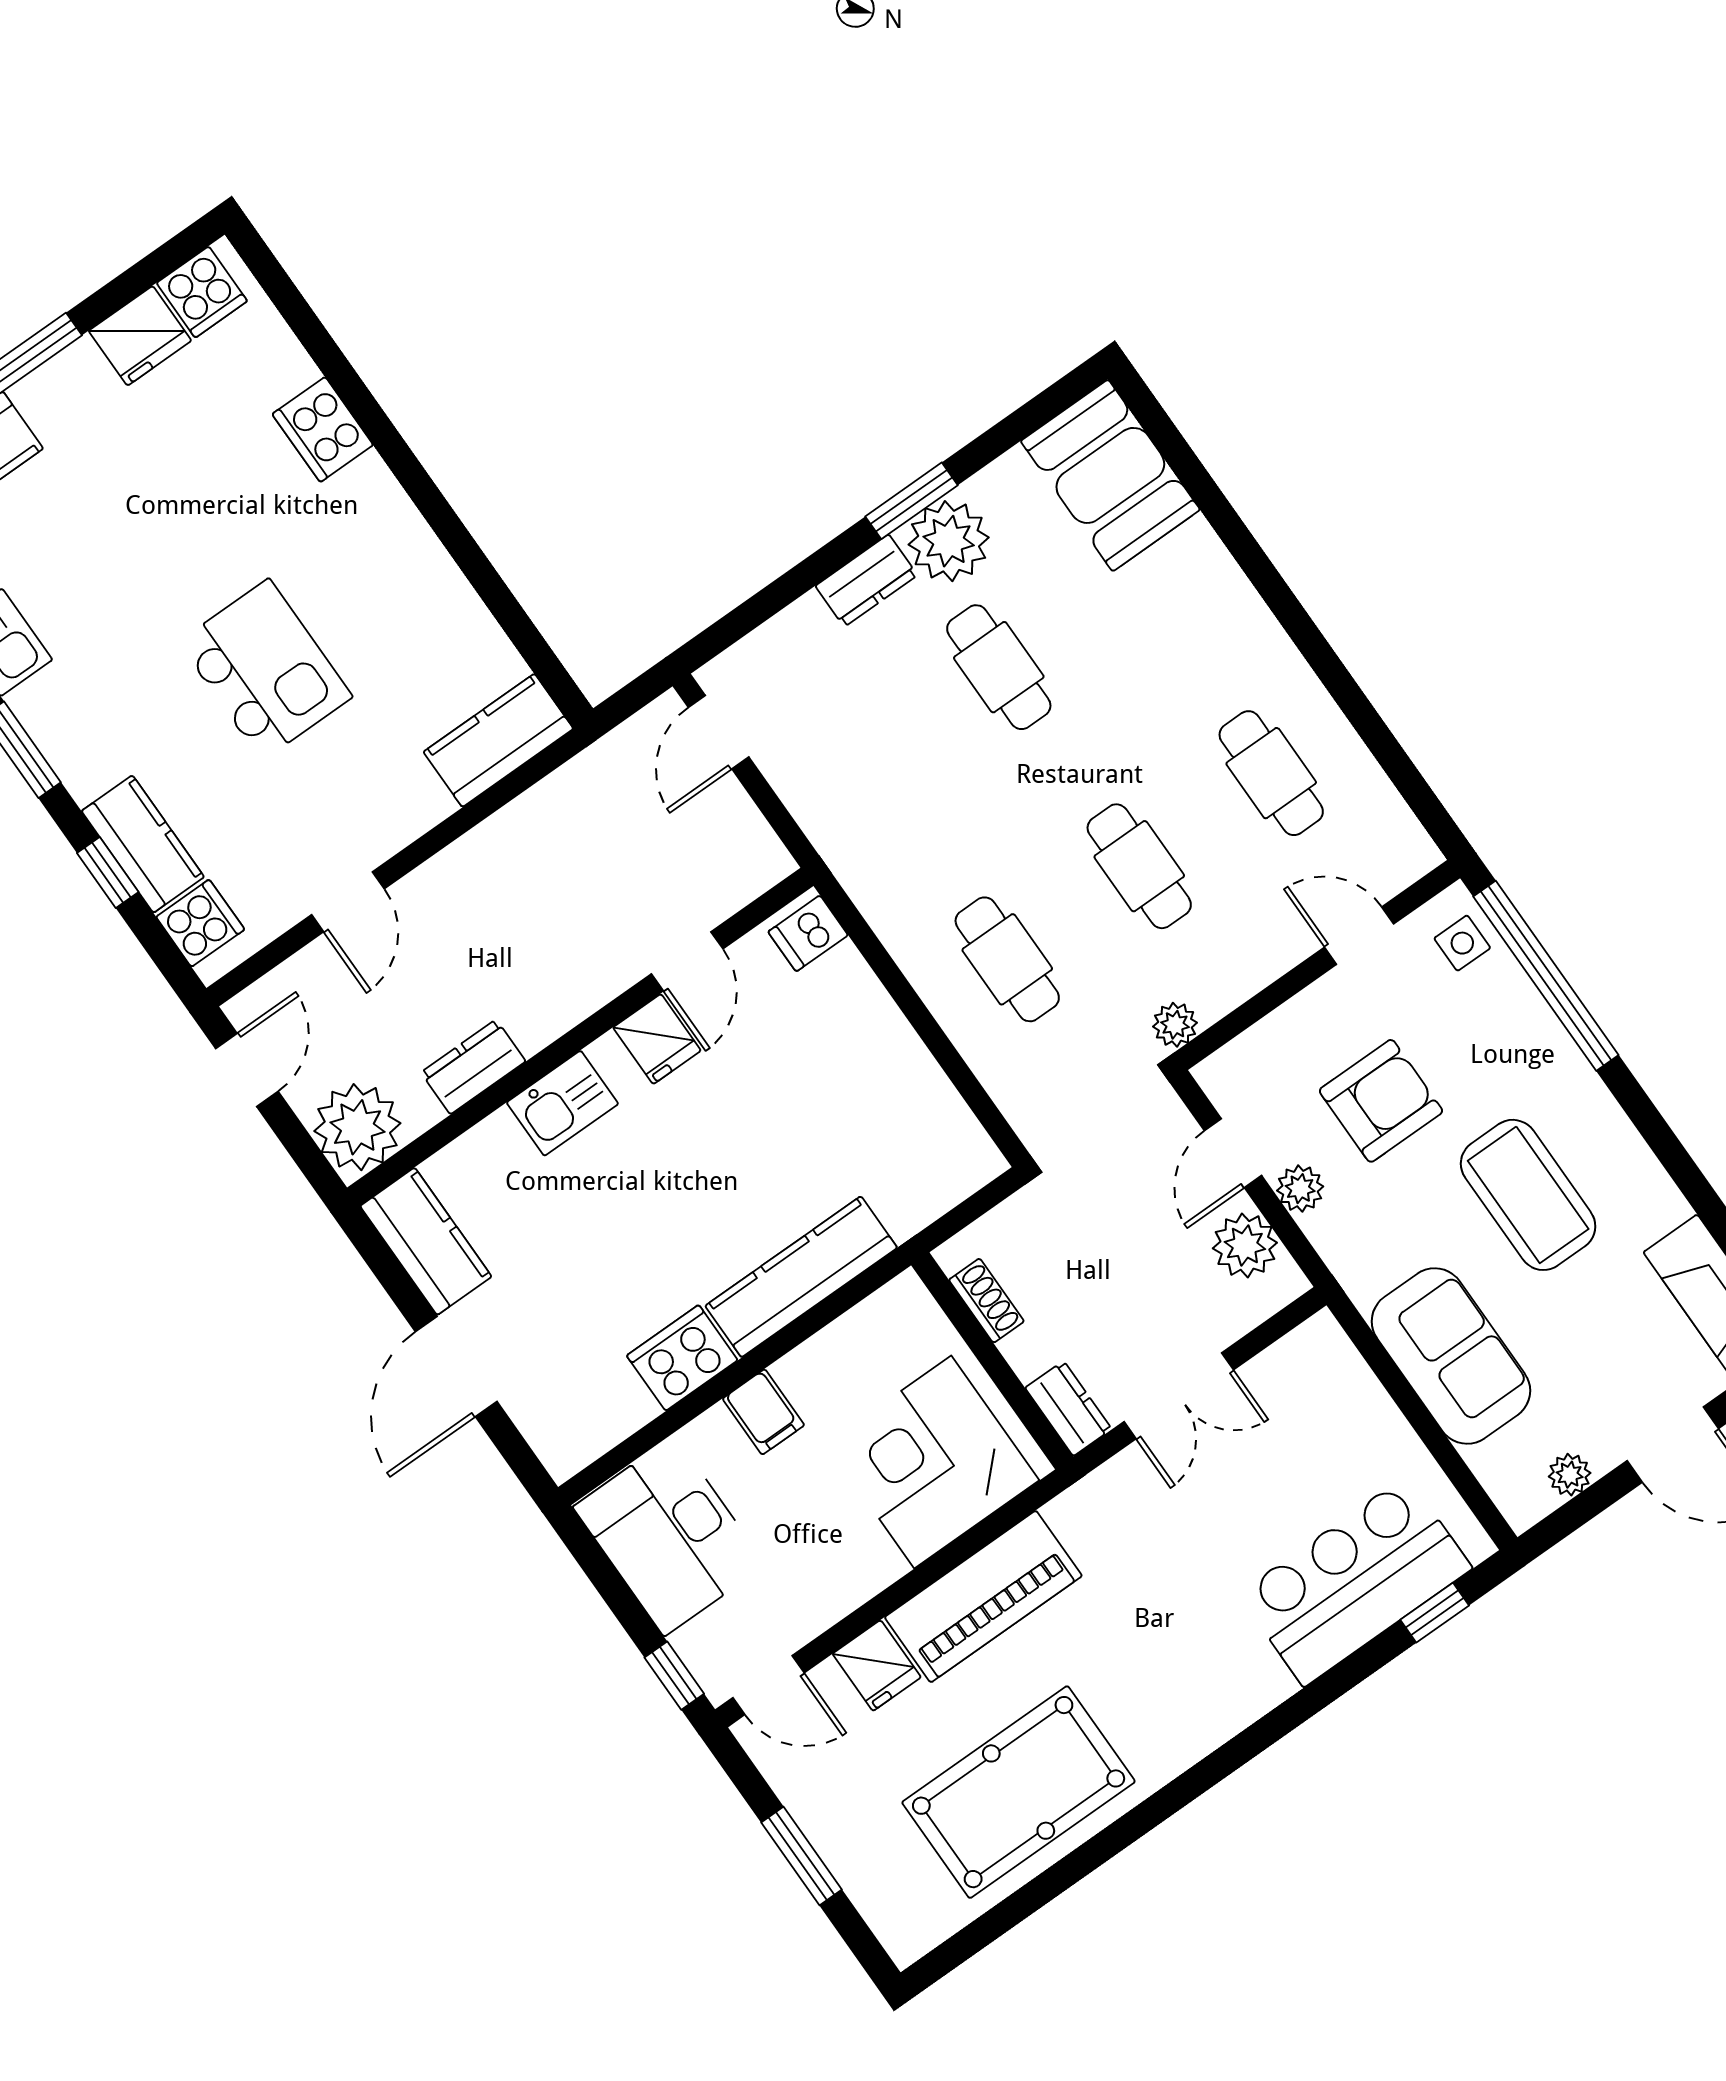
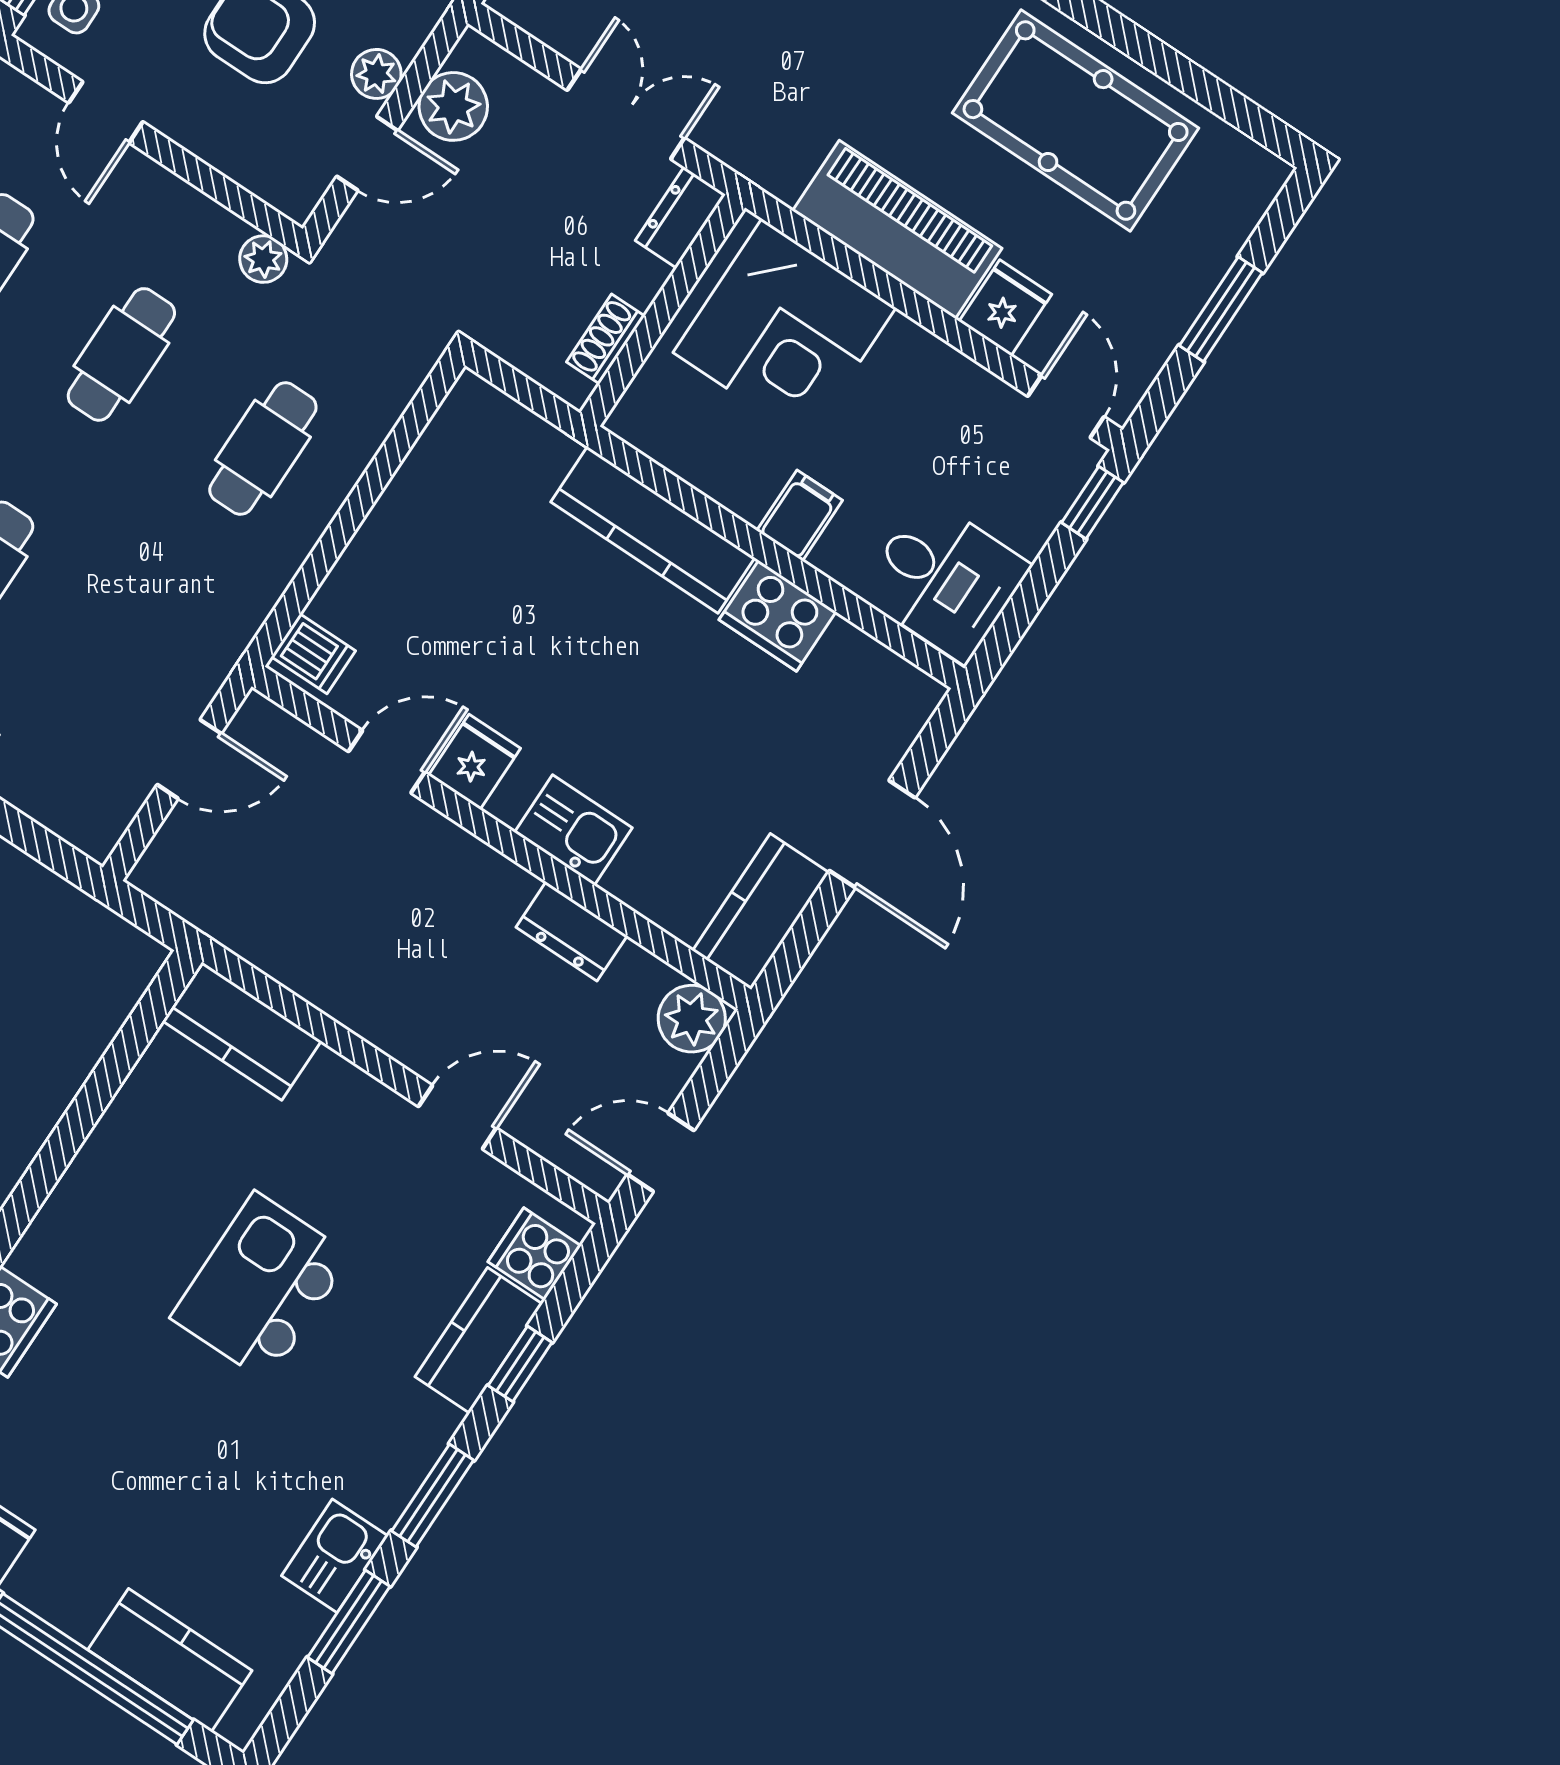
door: (719, 732) -> (189, 759), moved
plant: (357, 1127) -> (692, 1019), width x0.73, depth x0.73
door: (456, 1367) -> (872, 834), hinge flipped
desk: (669, 1536) -> (944, 580), width x0.73

